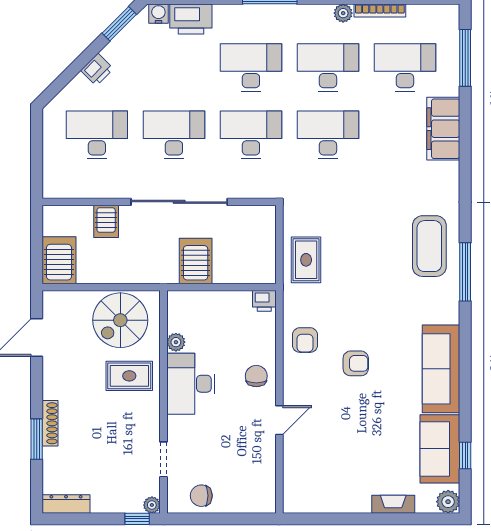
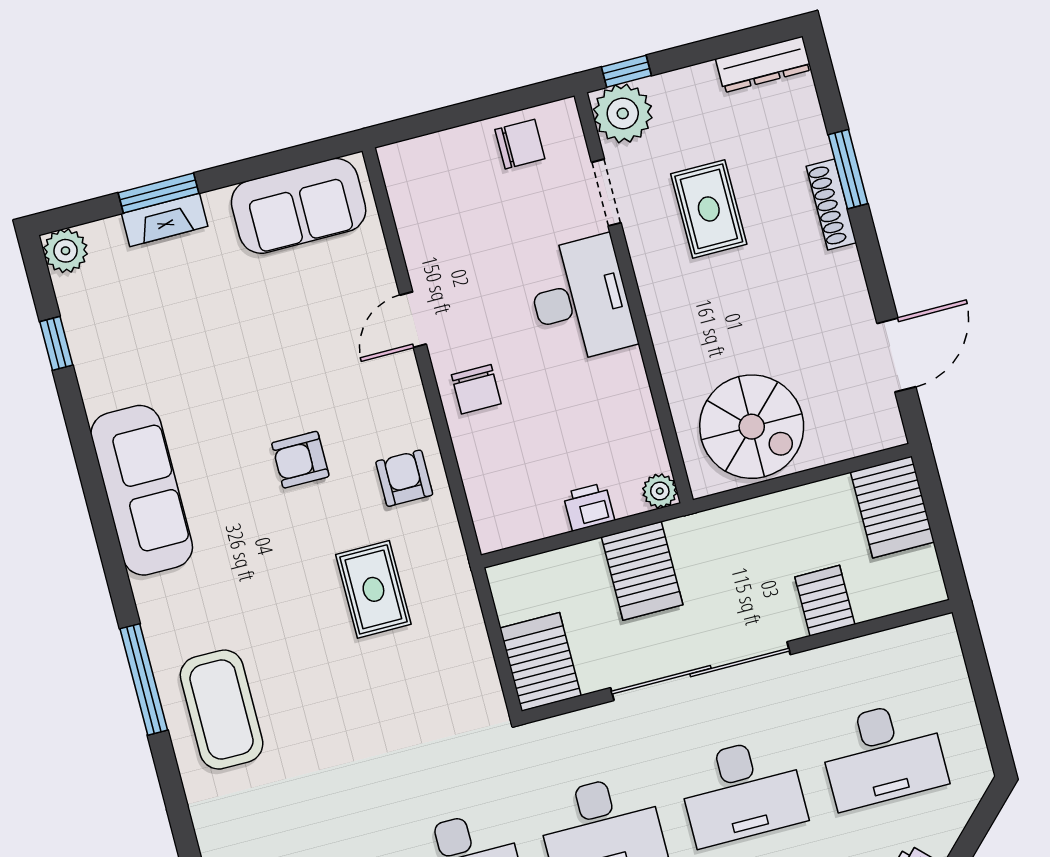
server rack: (260, 228) -> (540, 662), added
rug: (306, 260) -> (373, 589), moved
printer: (264, 301) -> (589, 507), moved
spiral stairs: (120, 320) -> (752, 427), turned 90
plant: (176, 342) -> (660, 491), moved
rug: (129, 376) -> (709, 209), moved, turned 90
desk: (191, 384) -> (581, 299), moved
sofa: (440, 449) -> (299, 206), moved, turned 90
plant: (152, 505) -> (623, 113), width x1.88, depth x1.88
window: (393, 519) -> (159, 193), added

